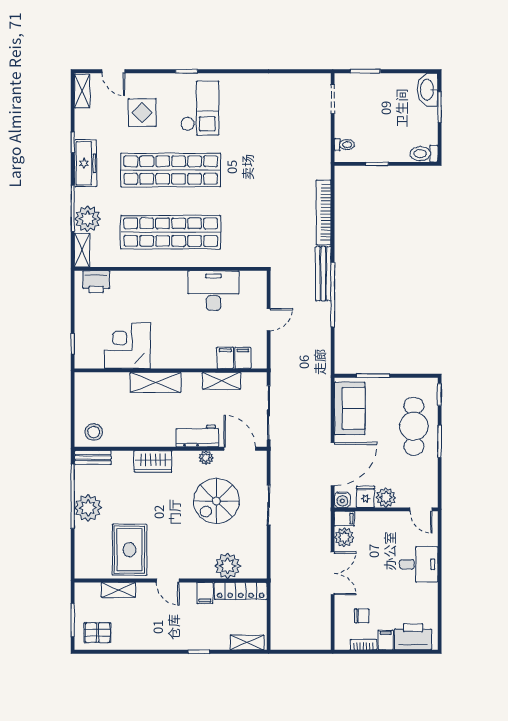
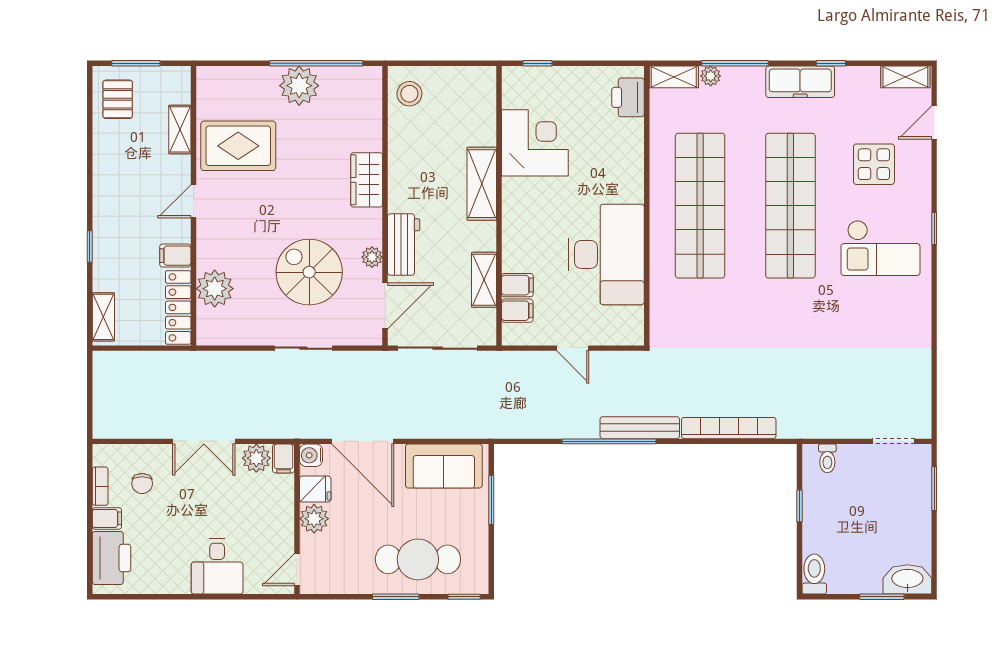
plant: (88, 219) -> (711, 76), width x0.53, depth x0.53
desk: (213, 291) -> (606, 254), width x1.36, depth x1.30
bench: (93, 458) -> (372, 92), removed

